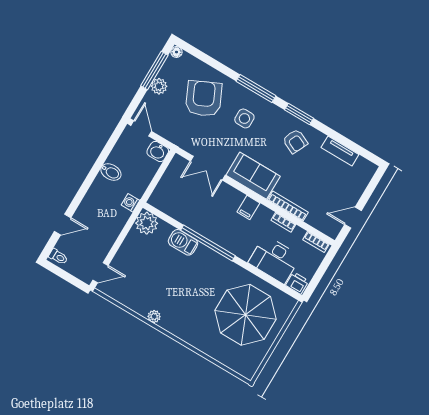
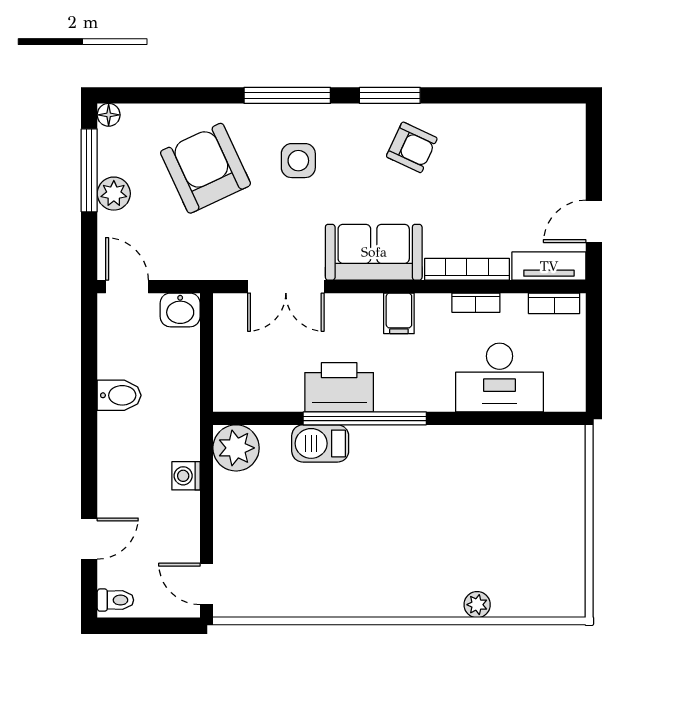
tv unit: (340, 151) -> (549, 266), moved, turned 180
washing machine: (130, 203) -> (186, 476), moved
door: (100, 273) -> (207, 584), swing flipped
printer: (297, 283) -> (339, 387), moved, width x1.87, depth x1.48
parasol: (245, 315) -> (507, 505), removed
plant: (154, 316) -> (477, 605), moved

